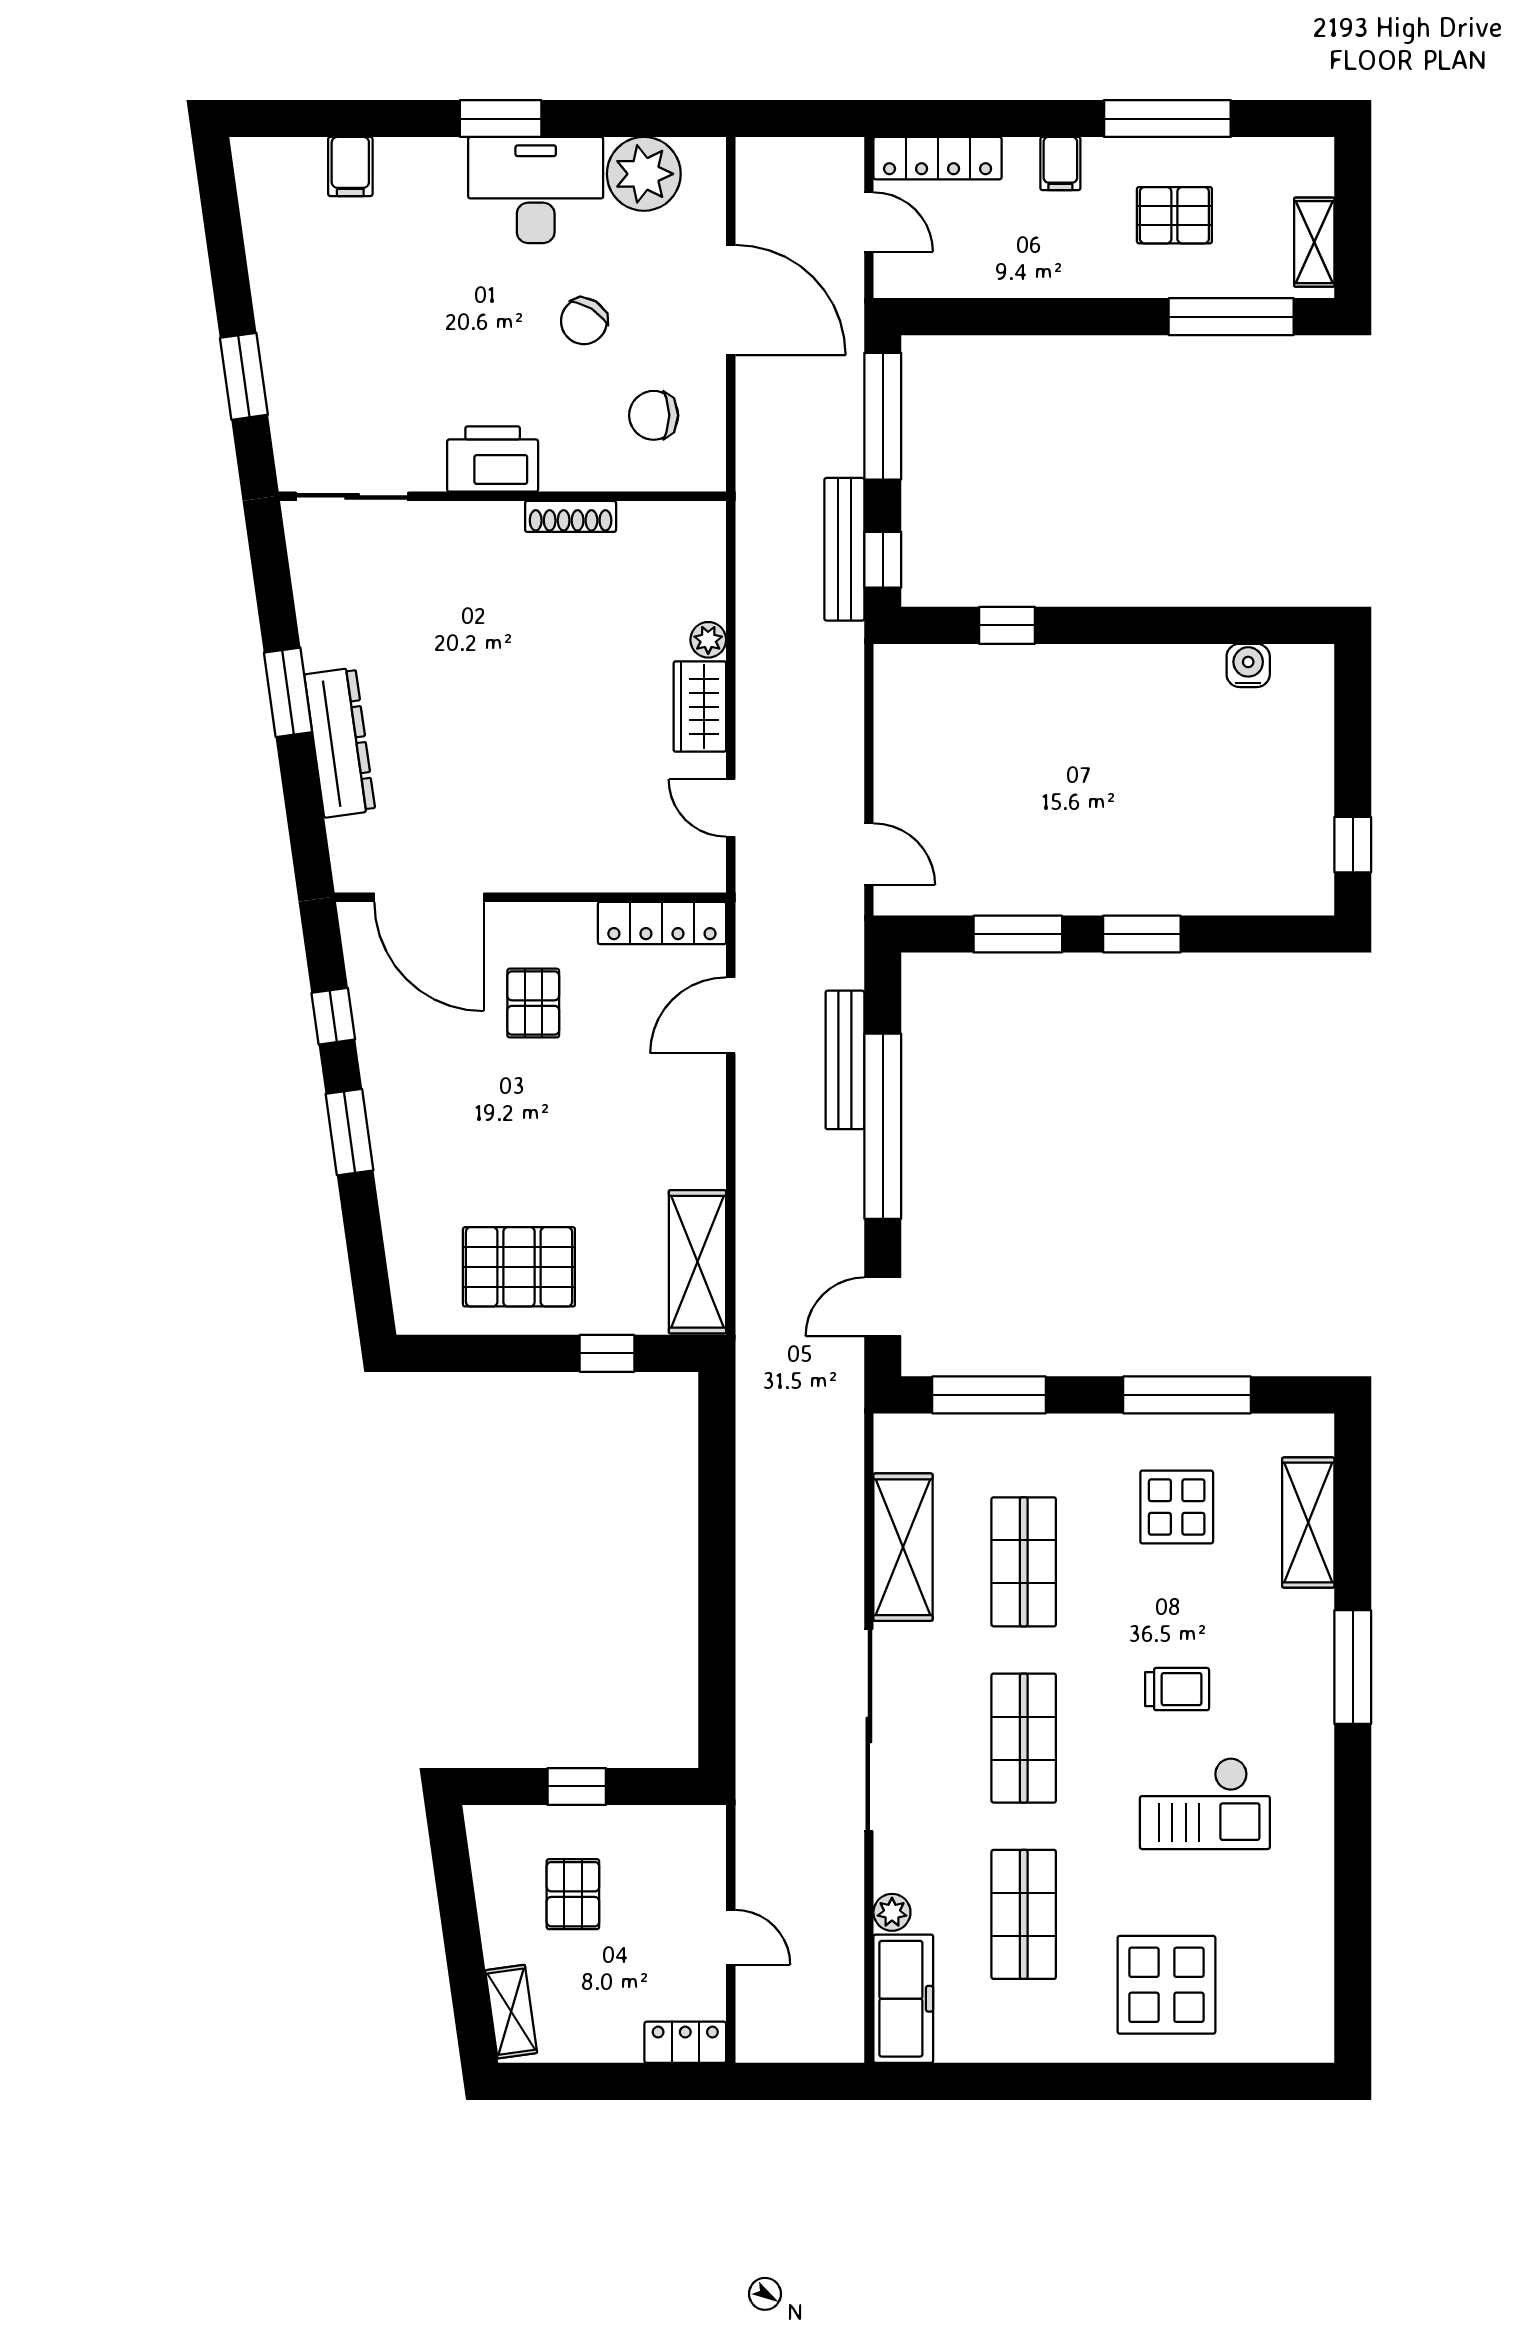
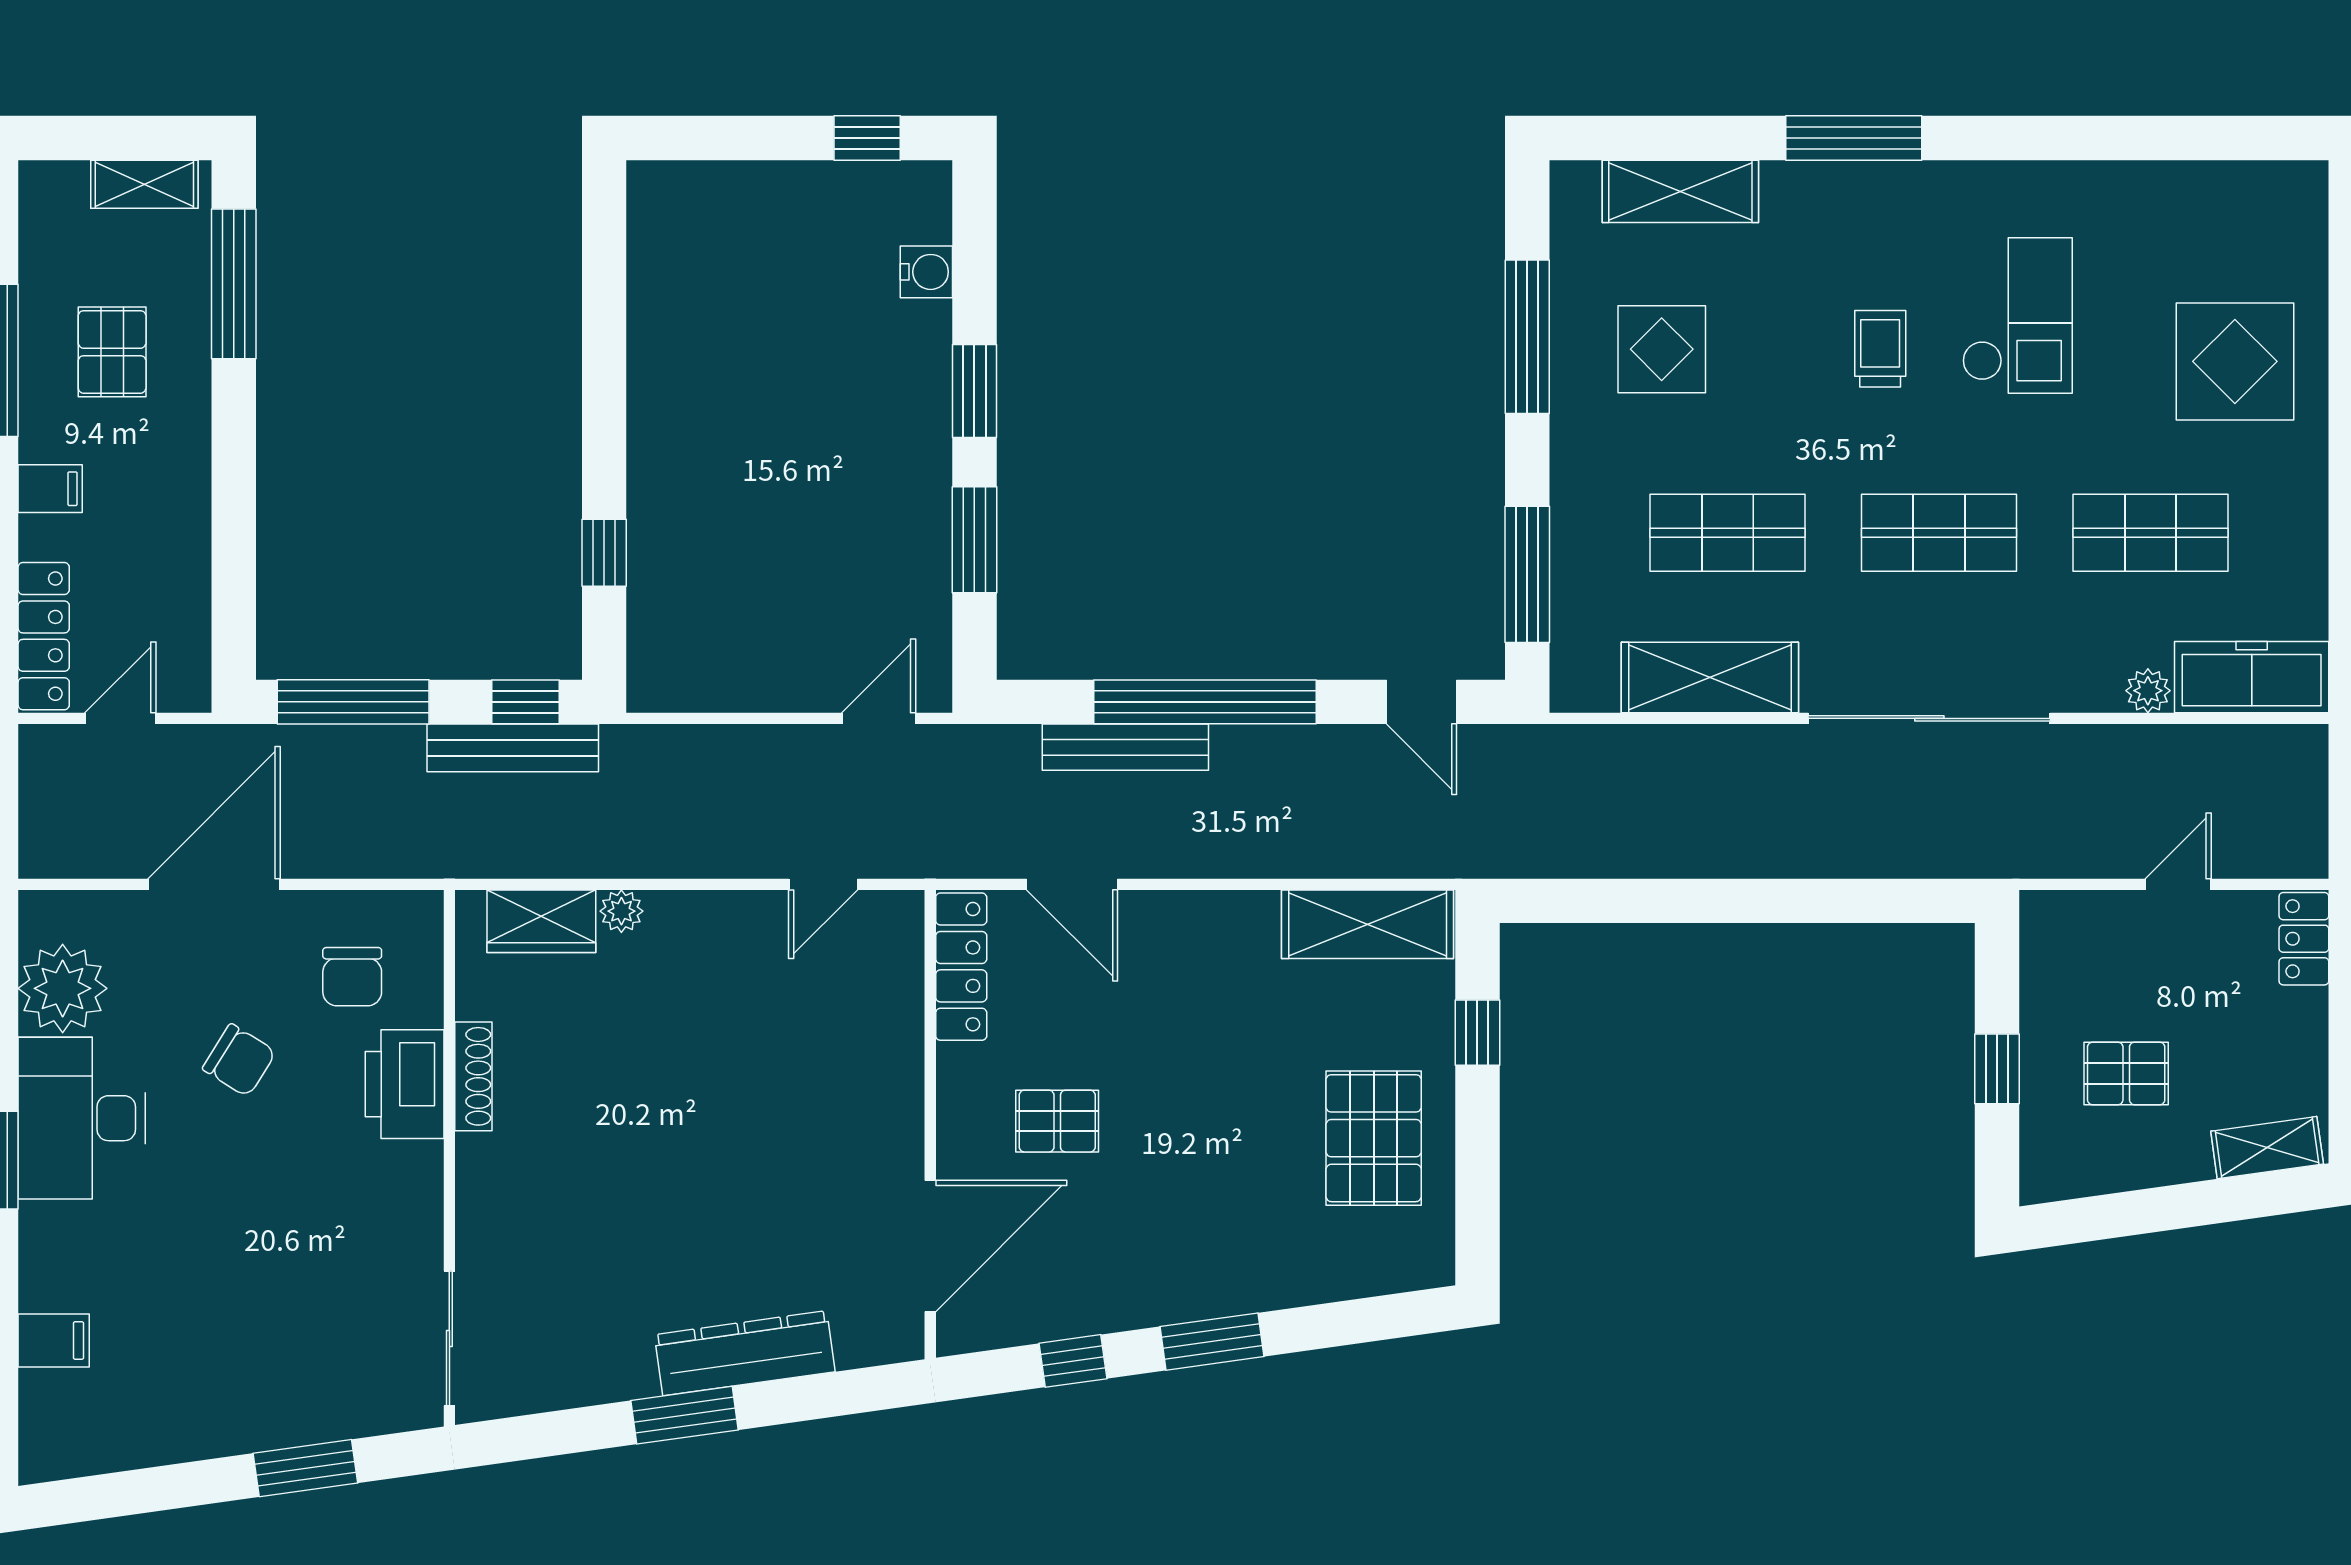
printer: (493, 459) -> (405, 1084), moved
water cooler: (1248, 665) -> (926, 272), moved, turned 180
wardrobe: (700, 707) -> (541, 921), moved

